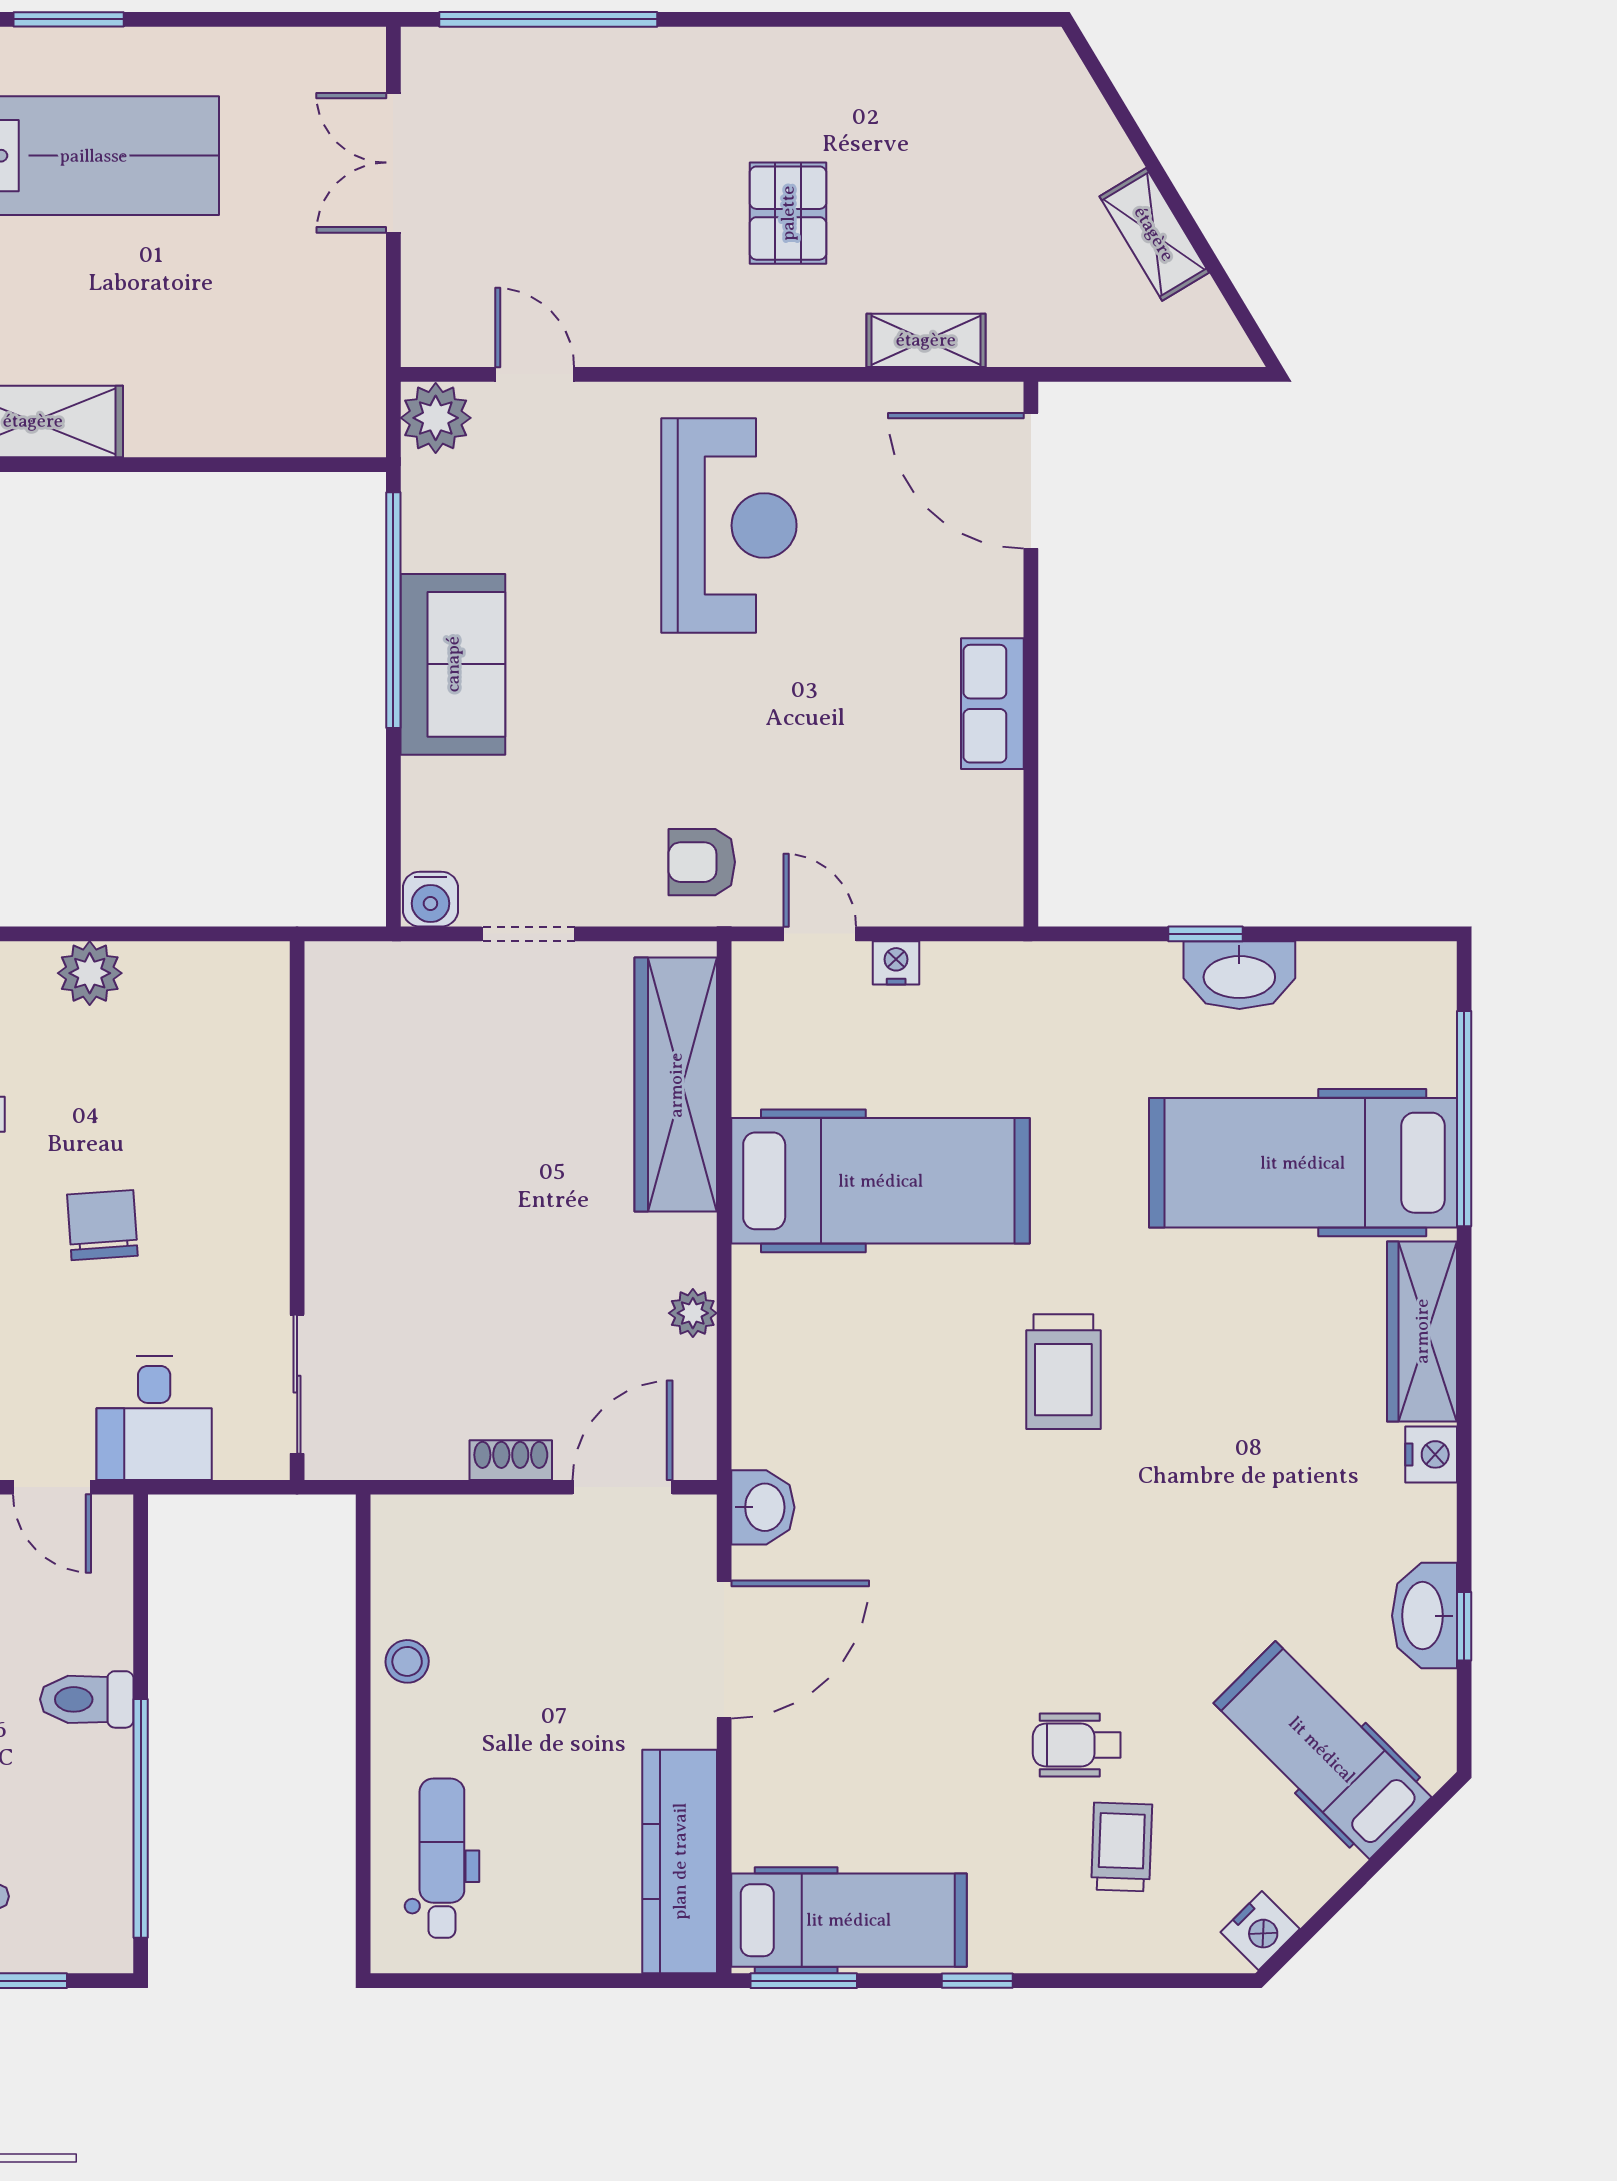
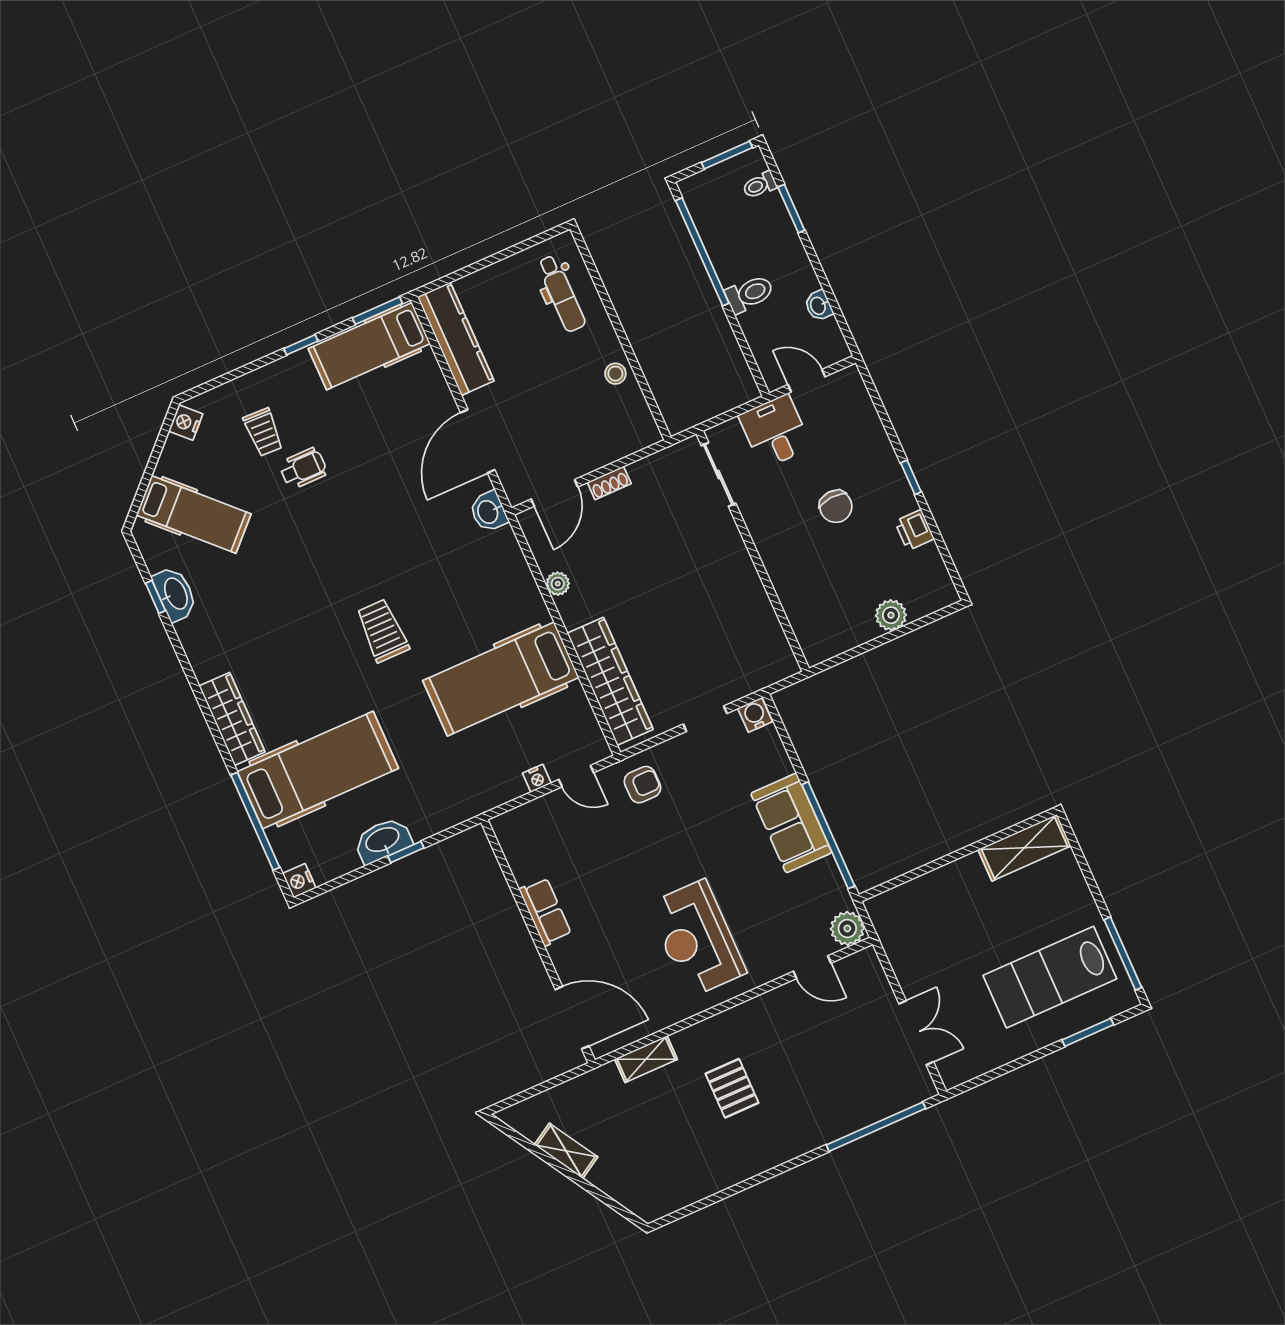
nightstand: (1431, 1454) -> (299, 881), moved

